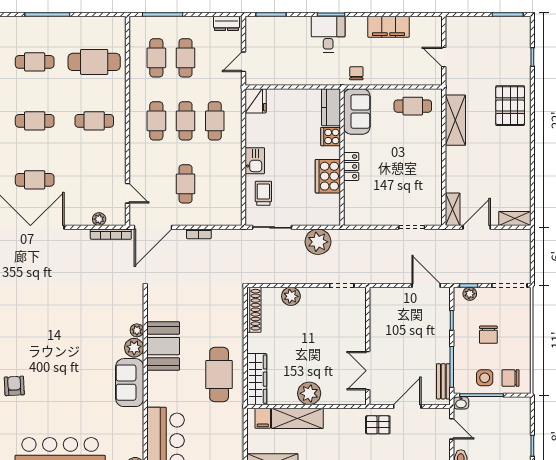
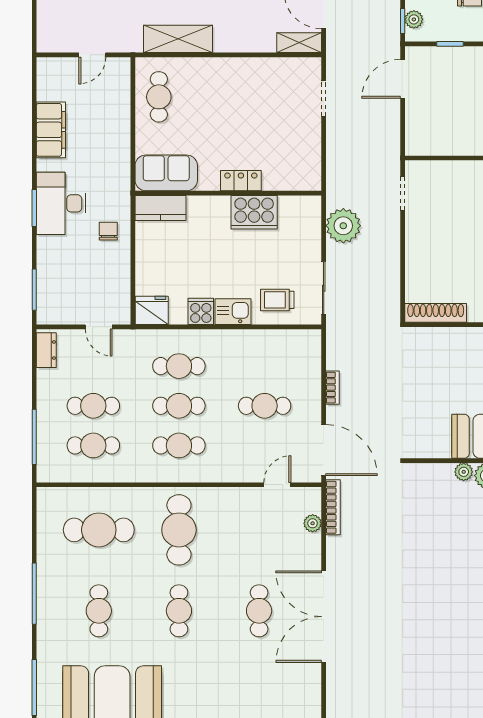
desk: (328, 34) -> (61, 203), width x1.37
cafe table: (94, 62) -> (99, 530), turned 90
chair: (356, 73) -> (108, 231), moved, turned 90
cafe table: (94, 121) -> (179, 530), width x1.37, depth x1.35
cooker: (331, 137) -> (201, 311), moved, turned 180
plant: (291, 296) -> (417, 263), removed

